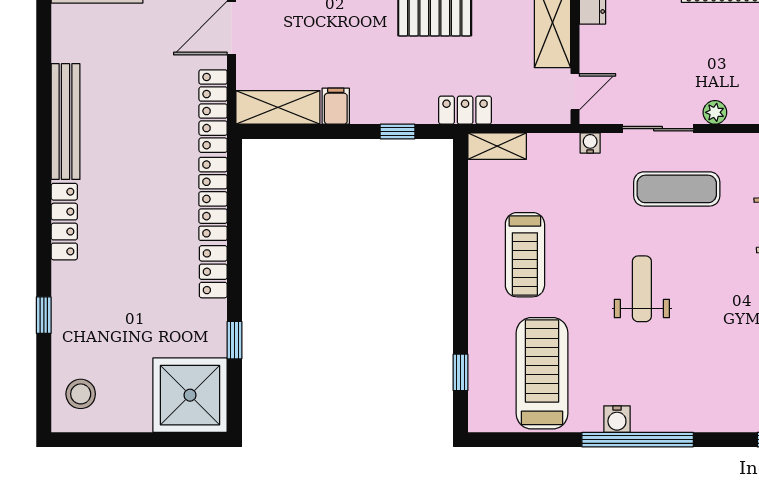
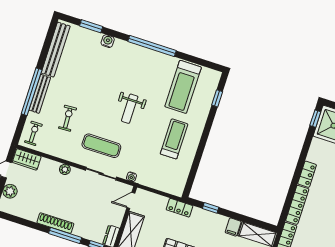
plant: (715, 112) -> (65, 169), moved
shelving: (497, 146) -> (171, 188), removed
window: (235, 340) -> (315, 119), moved
water cooler: (617, 419) -> (108, 41), moved

